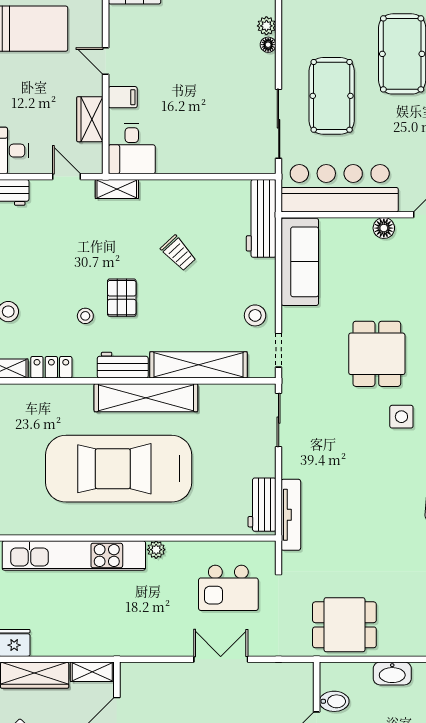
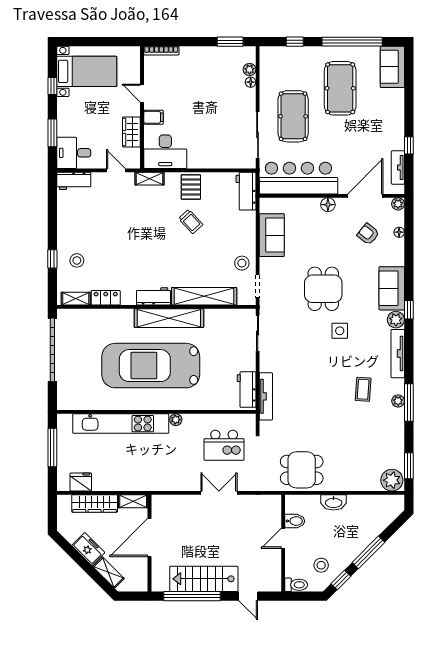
desk: (132, 149) -> (165, 152), width x1.37
workbench: (261, 218) -> (246, 191), width x0.73
sofa: (300, 262) -> (272, 235), width x0.73
pallet: (122, 298) -> (191, 187), moved
stool: (85, 316) -> (128, 263), removed

